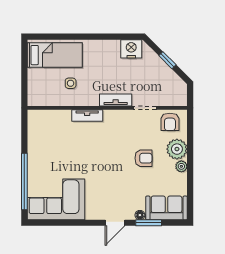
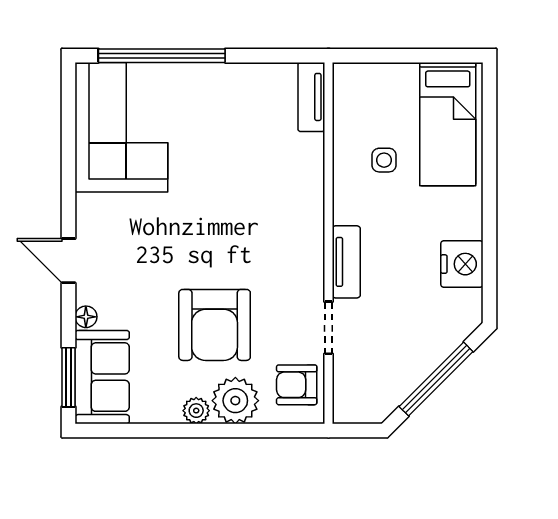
nightstand: (131, 49) -> (462, 264), moved
window: (167, 60) -> (436, 379), width x2.17
tv unit: (87, 115) -> (311, 97), moved
armchair: (143, 158) -> (215, 325), width x1.88, depth x1.88
window: (149, 223) -> (69, 377), moved

